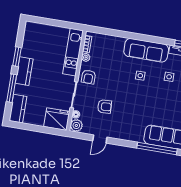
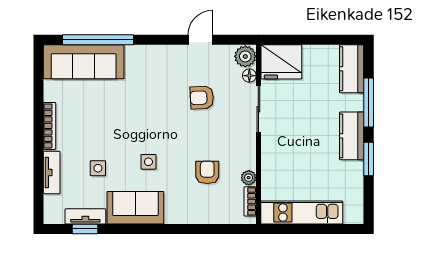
sofa: (146, 50) -> (135, 208), width x0.73
kitchen unit: (73, 52) -> (302, 213), moved, turned -90
armchair: (88, 77) -> (207, 172), moved

